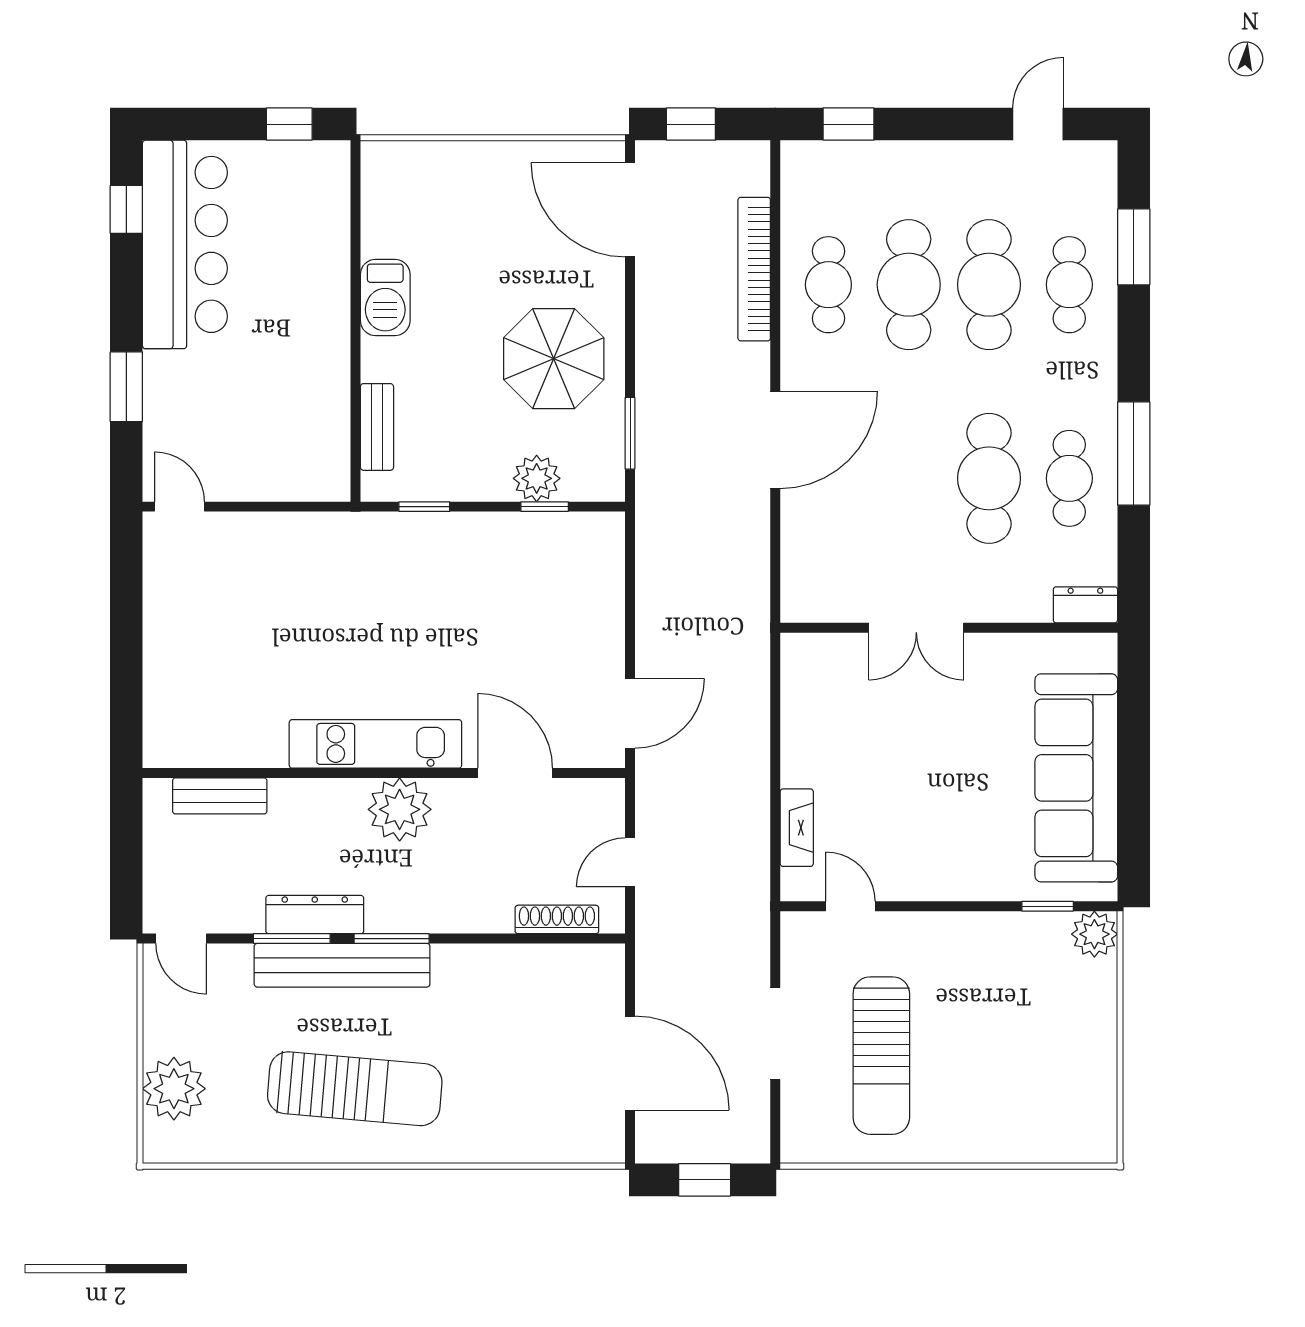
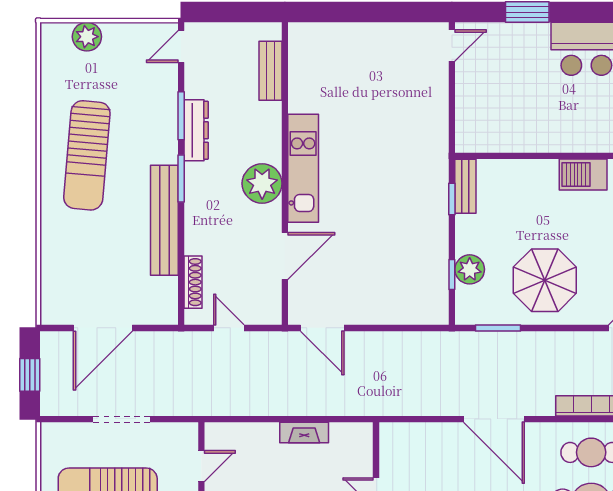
bench: (377, 427) -> (465, 186), moved, turned 90
fireplace: (797, 828) -> (304, 433), moved
bench: (342, 965) -> (164, 220), moved
plant: (174, 1089) -> (87, 37), width x0.73, depth x0.73

